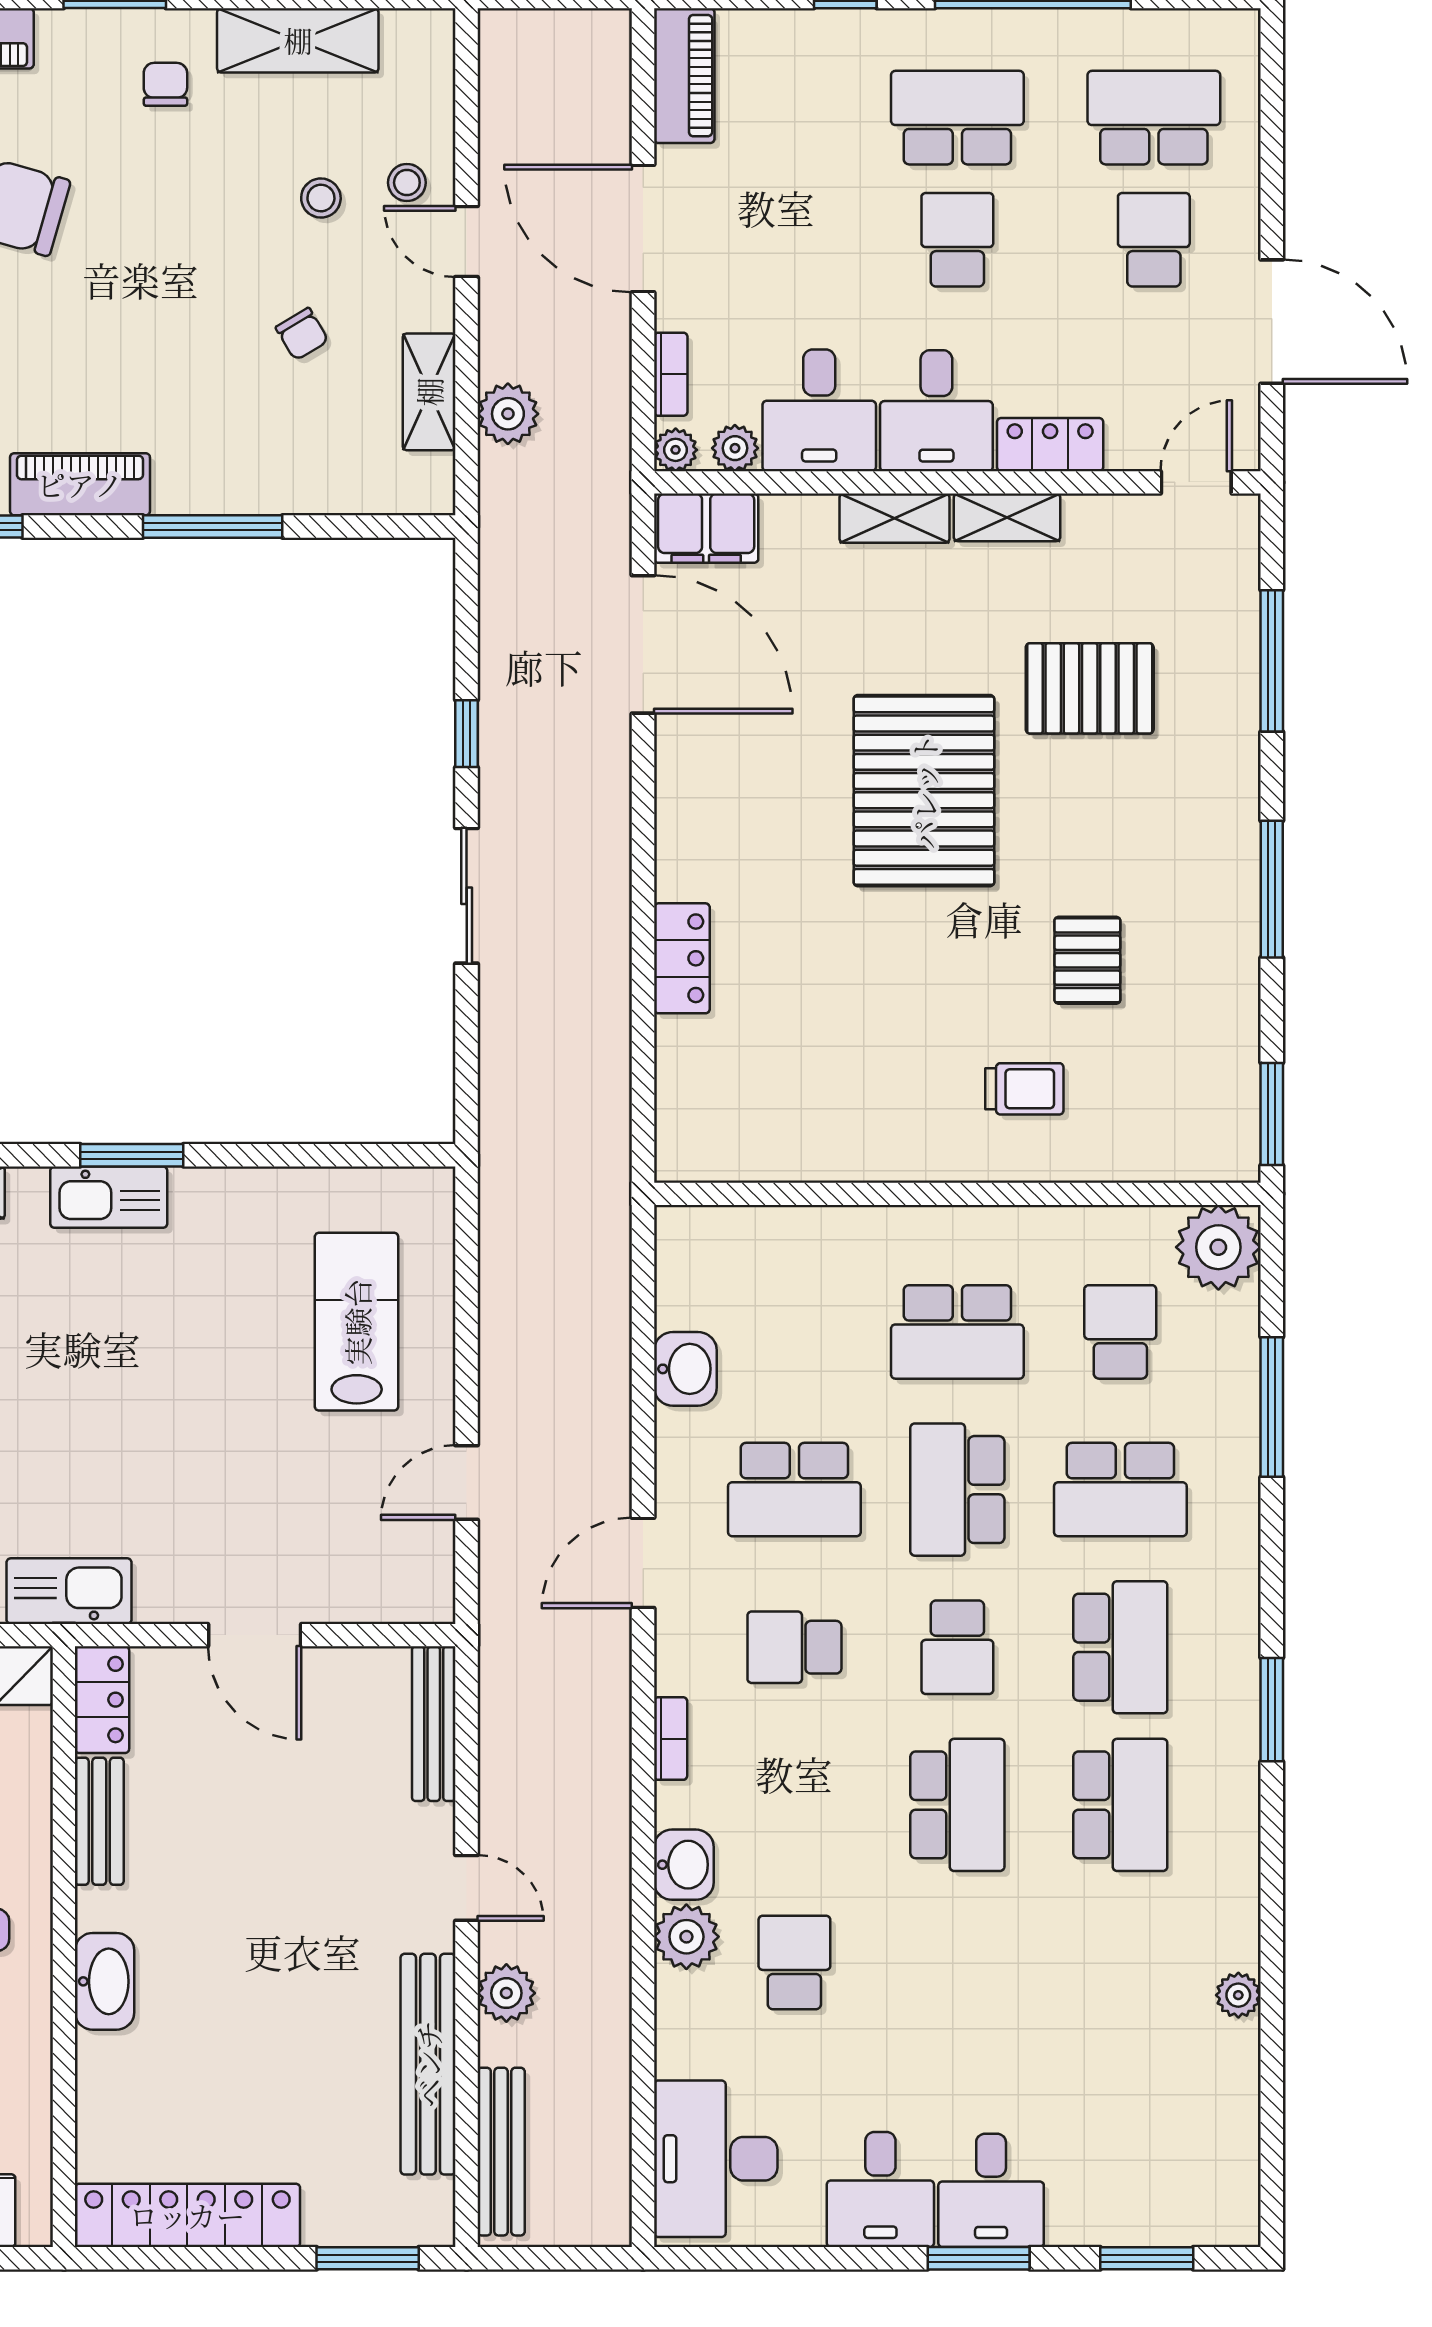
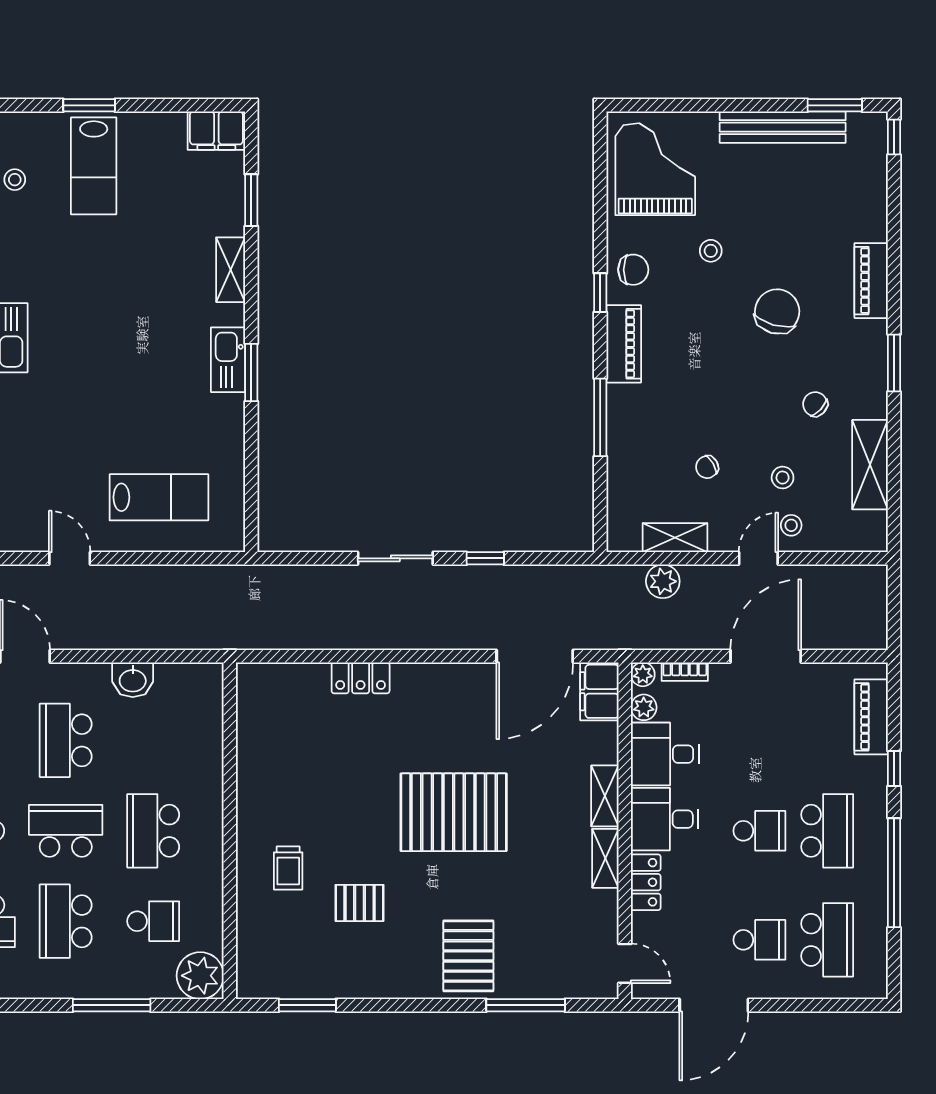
piano: (684, 76) -> (871, 717), moved, turned 90
chair: (165, 84) -> (815, 404), moved, turned -137
pallet: (1090, 688) -> (468, 956), moved
window: (1272, 889) -> (399, 1005), removed
window: (1272, 1114) -> (307, 1005), moved

